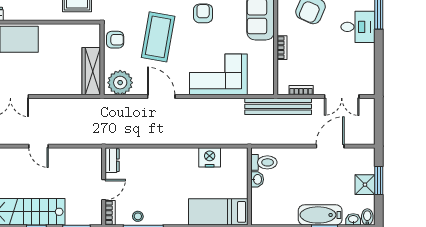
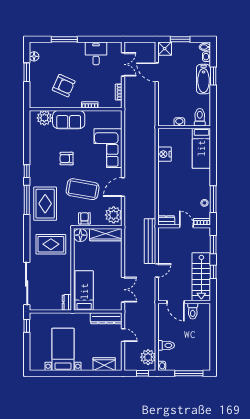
desk: (358, 27) -> (96, 53), moved
floor lamp: (91, 34) -> (80, 235), added
bench: (278, 106) -> (150, 241), moved
toilet: (264, 162) -> (200, 117), moved
shower: (365, 185) -> (165, 49), moved

